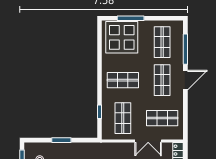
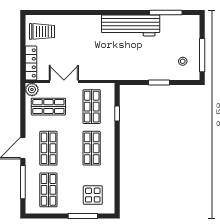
display table: (122, 37) -> (93, 195), width x0.54, depth x0.54
shop shelf: (123, 80) -> (92, 148), turned 90
plant: (177, 134) -> (32, 89), added

